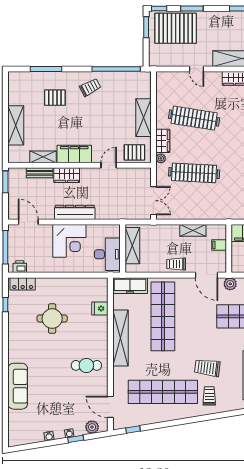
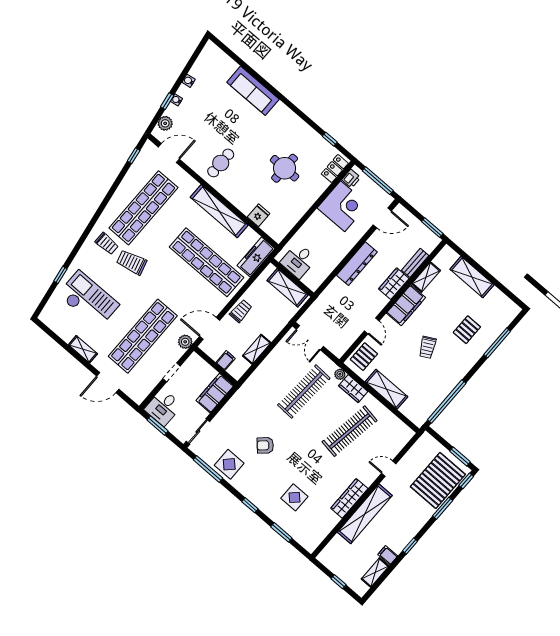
trolley: (90, 87) -> (427, 347), moved
corner desk: (69, 241) -> (343, 206), moved, turned 180
desk: (107, 254) -> (298, 261), width x0.73
trolley: (207, 368) -> (132, 262), turned -112

